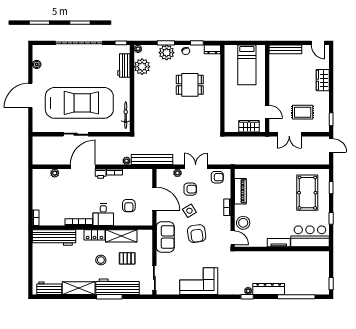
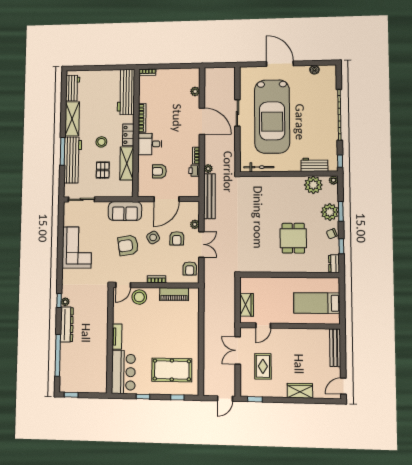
printer: (101, 174) -> (194, 171), moved

